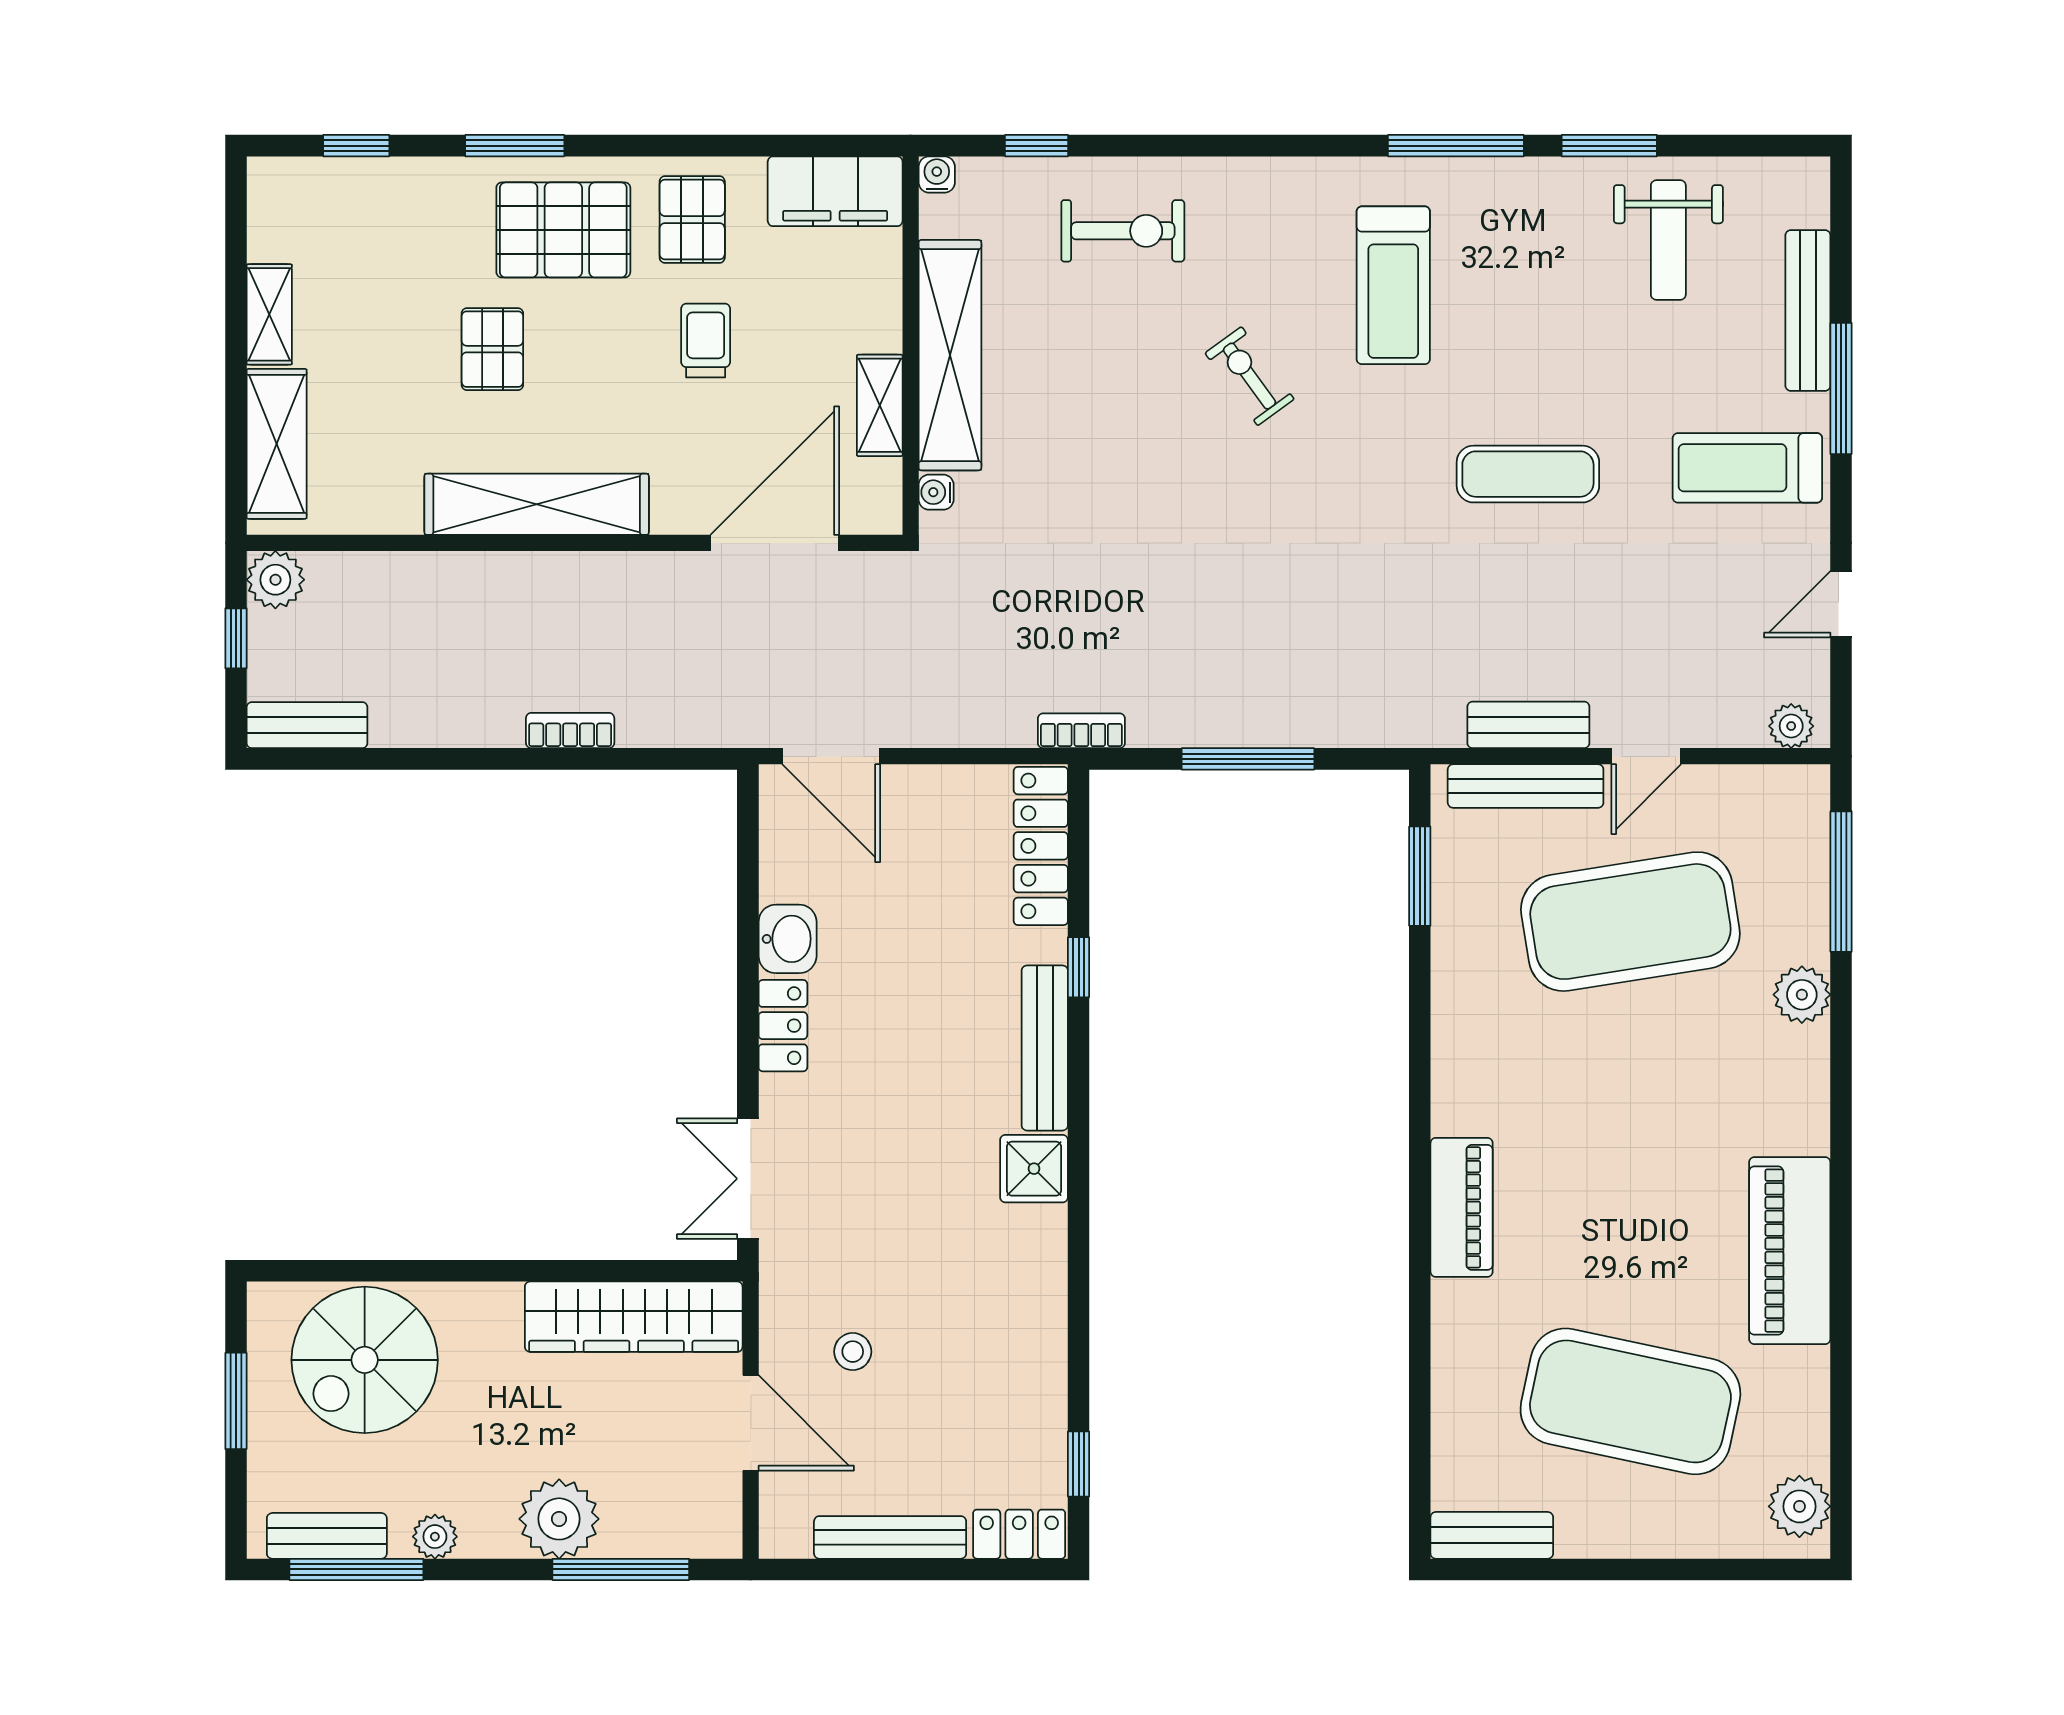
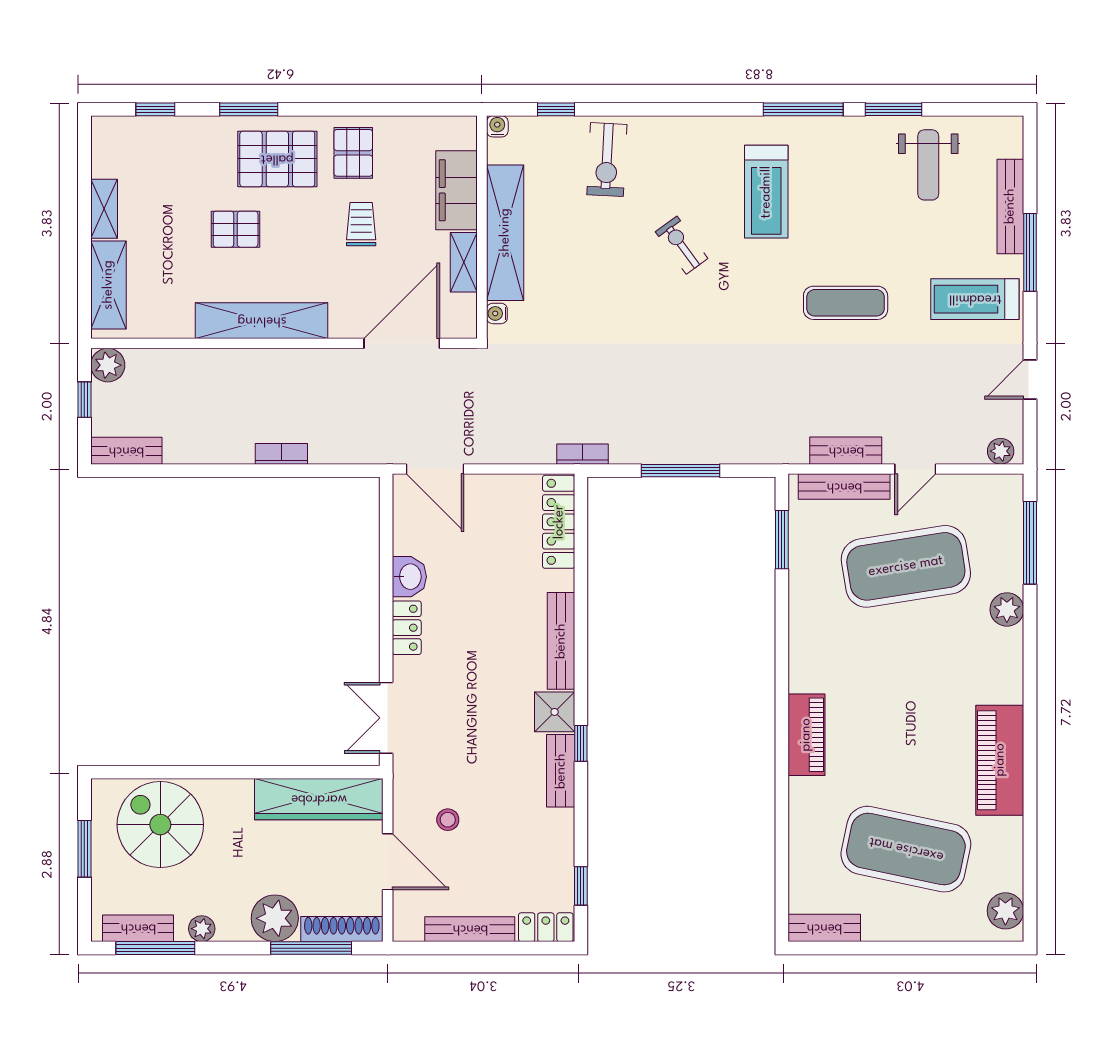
filing cabinet: (835, 191) -> (457, 190), moved, turned 90
exercise bike: (1123, 231) -> (607, 160), turned 93
pallet: (492, 349) -> (236, 229), turned 90
window: (1079, 967) -> (581, 743), moved
bench: (1044, 1269) -> (561, 771), added
spiral stairs: (365, 1360) -> (160, 825), turned 90
shoe rack: (673, 1537) -> (342, 929), added

